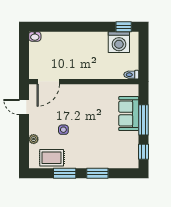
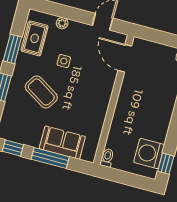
coffee table: (93, 141) -> (41, 92), added

